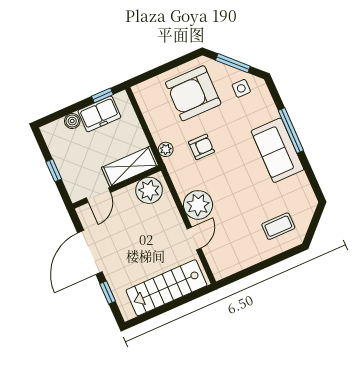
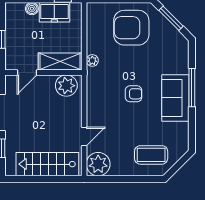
side table: (241, 88) -> (169, 40), removed
armchair: (201, 147) -> (134, 94), moved
plant: (198, 205) -> (98, 164), moved
coffee table: (278, 226) -> (151, 155), width x1.36, depth x1.30

